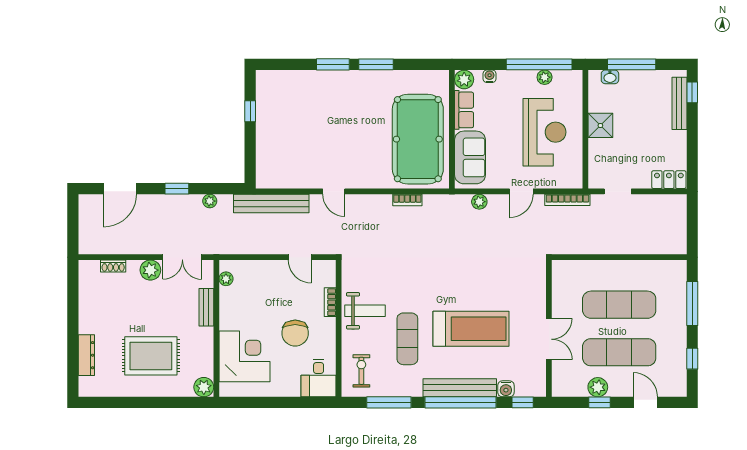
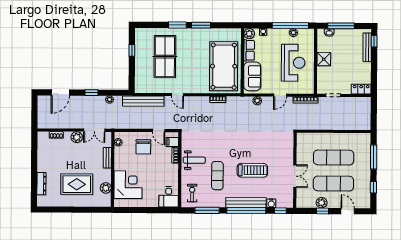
table tennis table: (310, 122) -> (165, 57), added
filing cabinet: (325, 278) -> (172, 142), added
treadmill: (471, 329) -> (252, 170), width x0.73, depth x0.73
chair: (295, 333) -> (143, 147), moved
plant: (204, 387) -> (106, 188), moved

